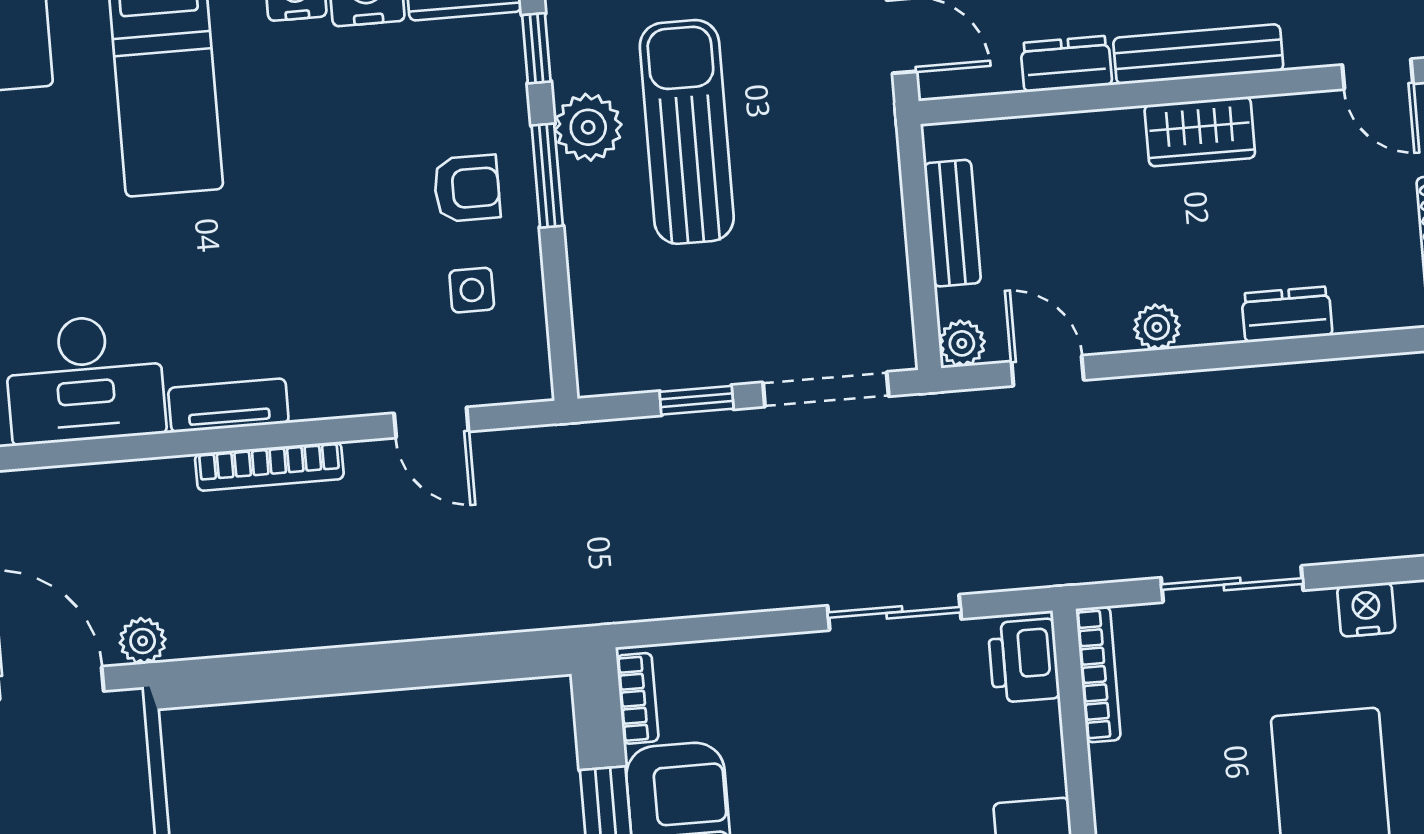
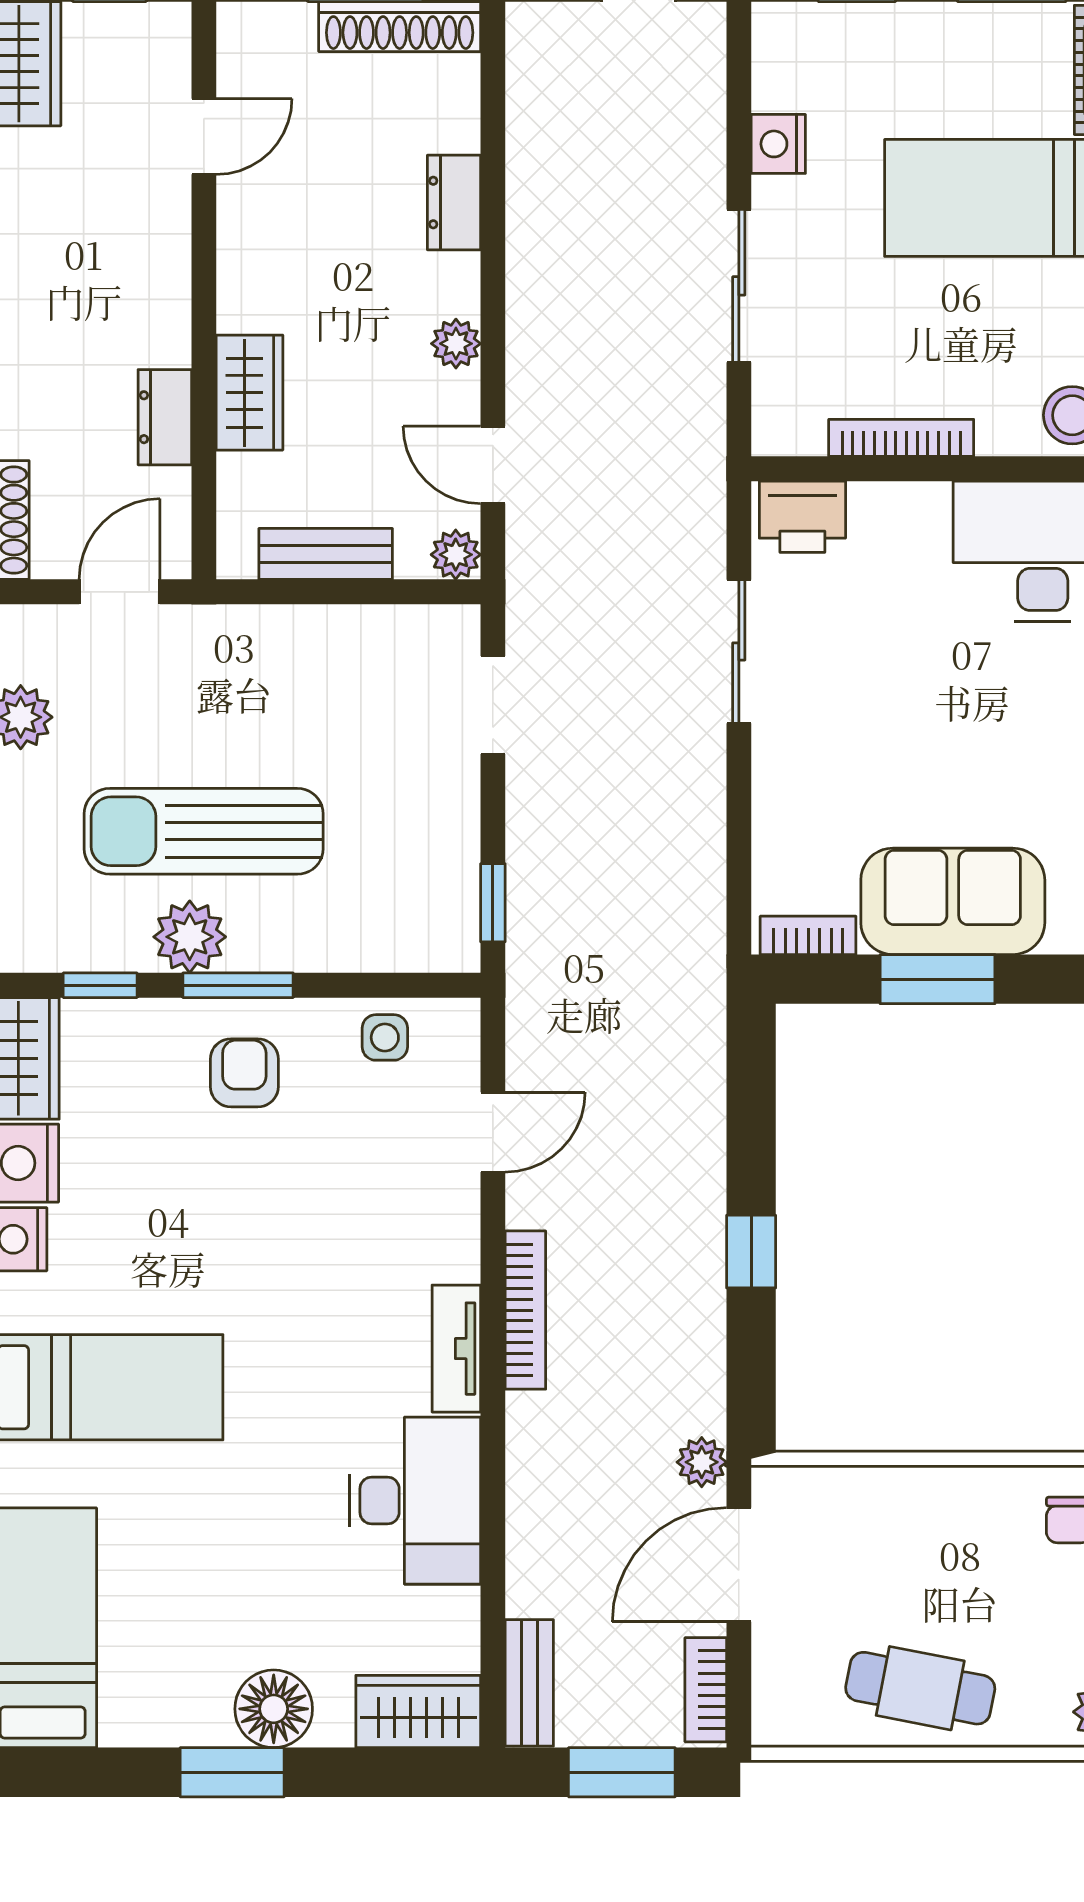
bench: (1198, 54) -> (166, 274), removed
door: (1378, 74) -> (204, 137), moved
wardrobe: (1200, 132) -> (250, 393), moved
side table: (472, 290) -> (385, 1037), moved
door: (1048, 371) -> (493, 465), hinge flipped
doorway: (826, 389) -> (493, 705), width x0.73
window: (697, 400) -> (493, 903), moved
window: (341, 670) -> (751, 1252), added
bookcase: (1098, 674) -> (901, 438), moved

